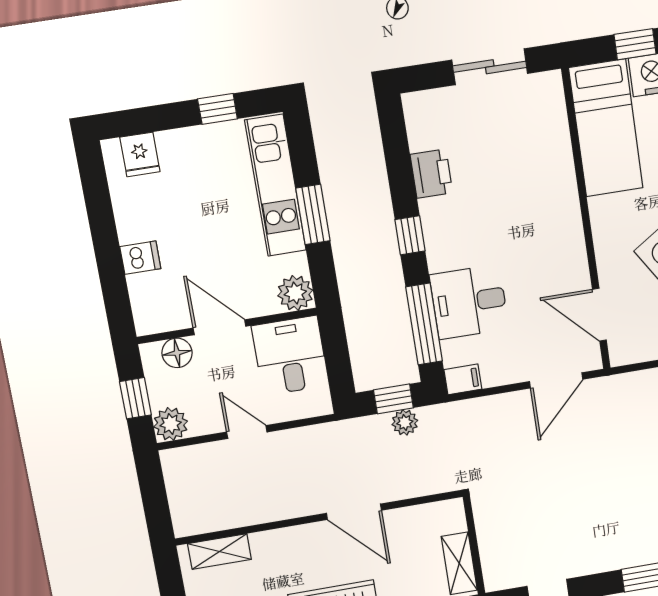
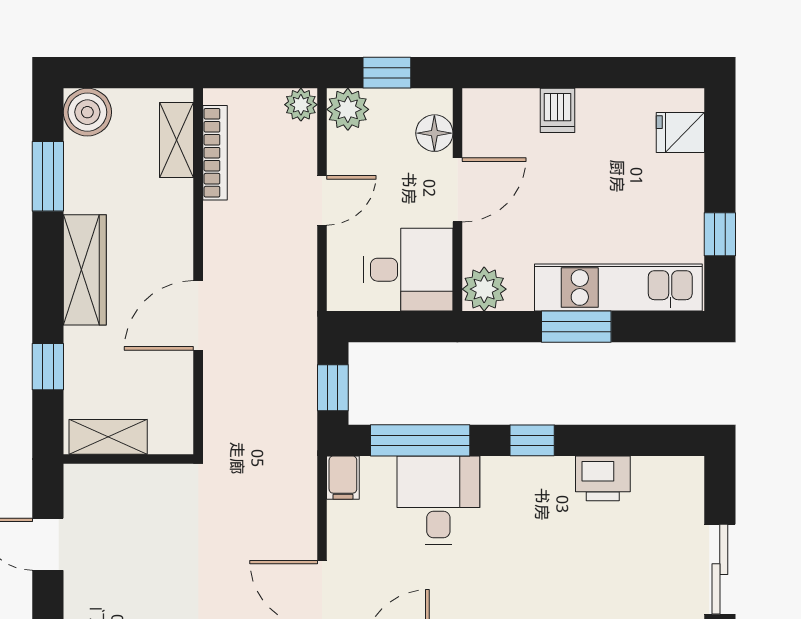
plant: (405, 422) -> (301, 105), moved
bookcase: (224, 521) -> (215, 153), added

